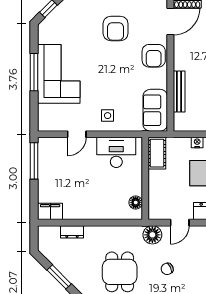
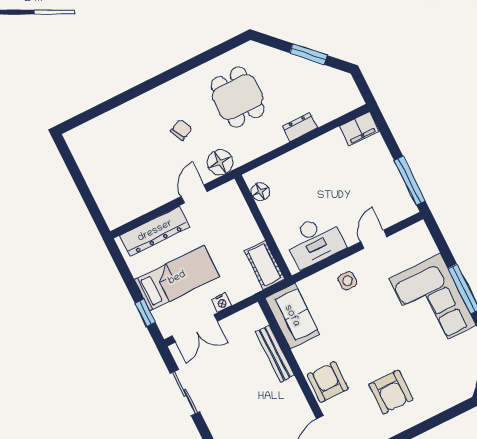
armchair: (116, 28) -> (391, 392), turned 180
dresser: (72, 232) -> (300, 127), moved

